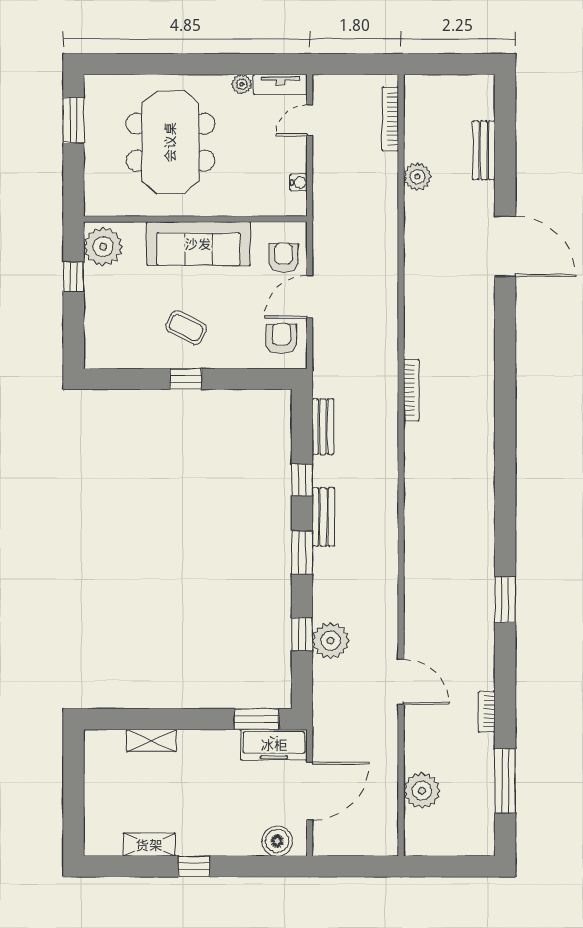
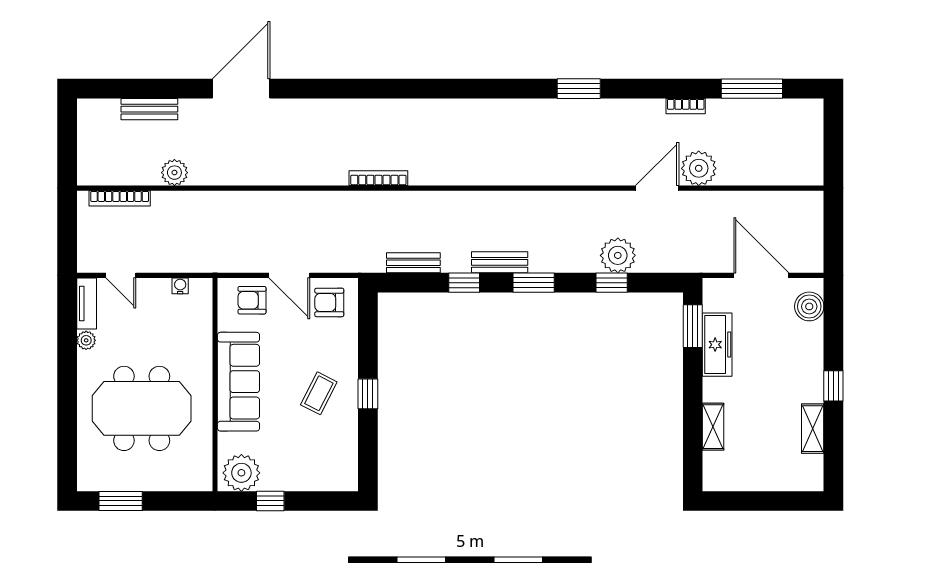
freezer: (274, 745) -> (717, 345), moved
plant: (422, 791) -> (699, 168), moved

